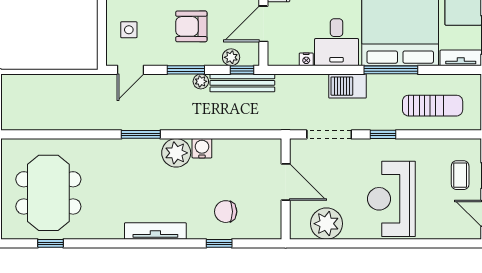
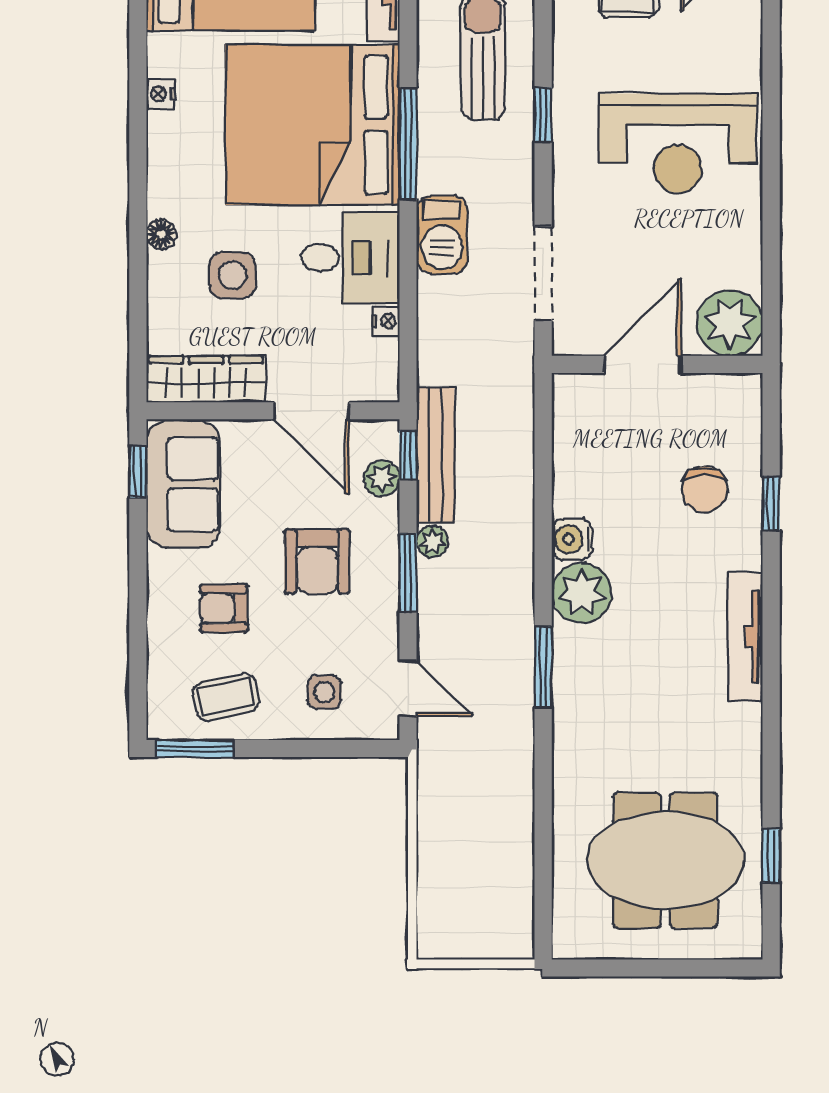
window: (383, 134) -> (543, 115), moved
plant: (326, 224) -> (730, 323), moved

